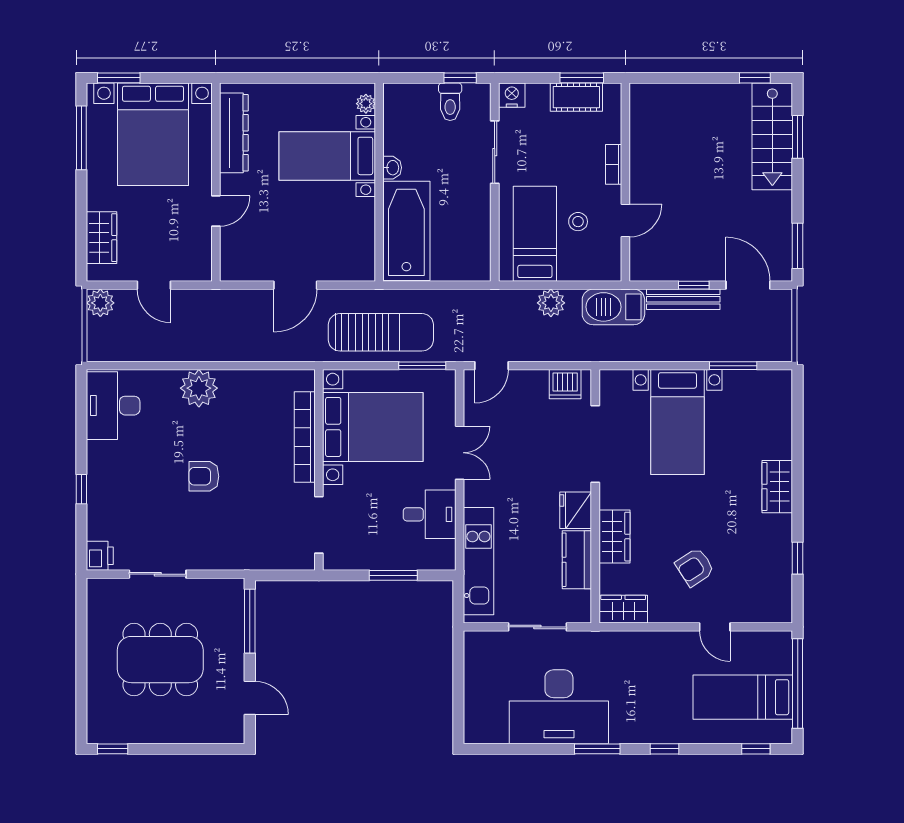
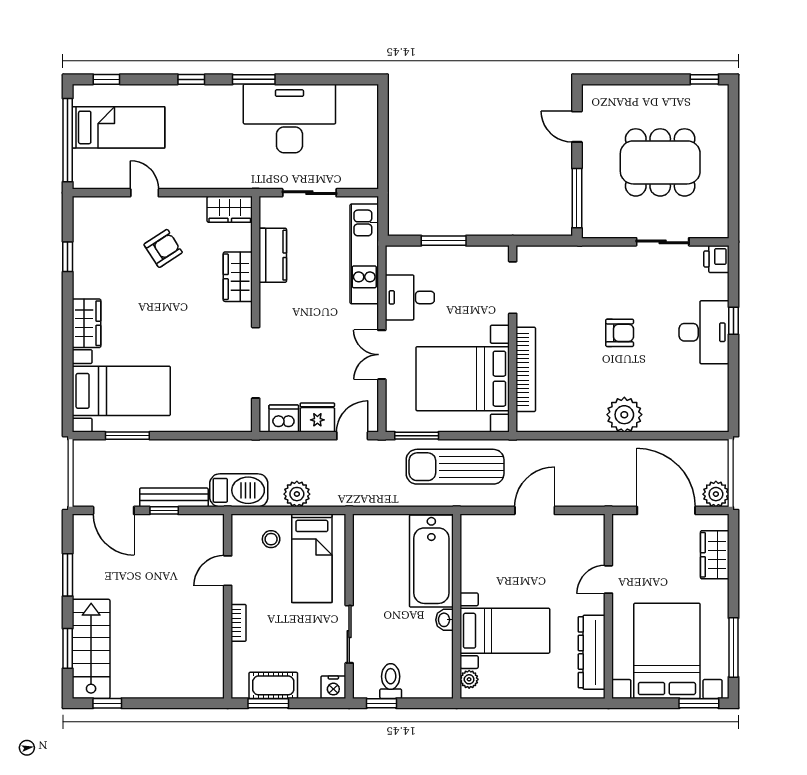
stool: (578, 222) -> (271, 539), moved
window: (798, 246) -> (68, 575), moved
door: (154, 285) -> (666, 510), width x1.87
desk: (113, 406) -> (704, 332), moved
bed with nightstands: (677, 422) -> (121, 391), moved, turned 90
fridge: (576, 510) -> (317, 418), moved, turned -90

